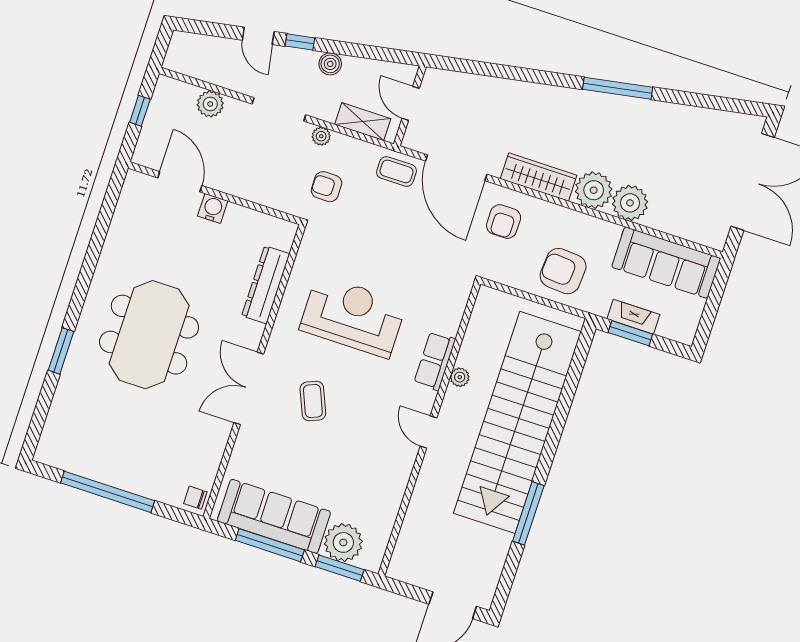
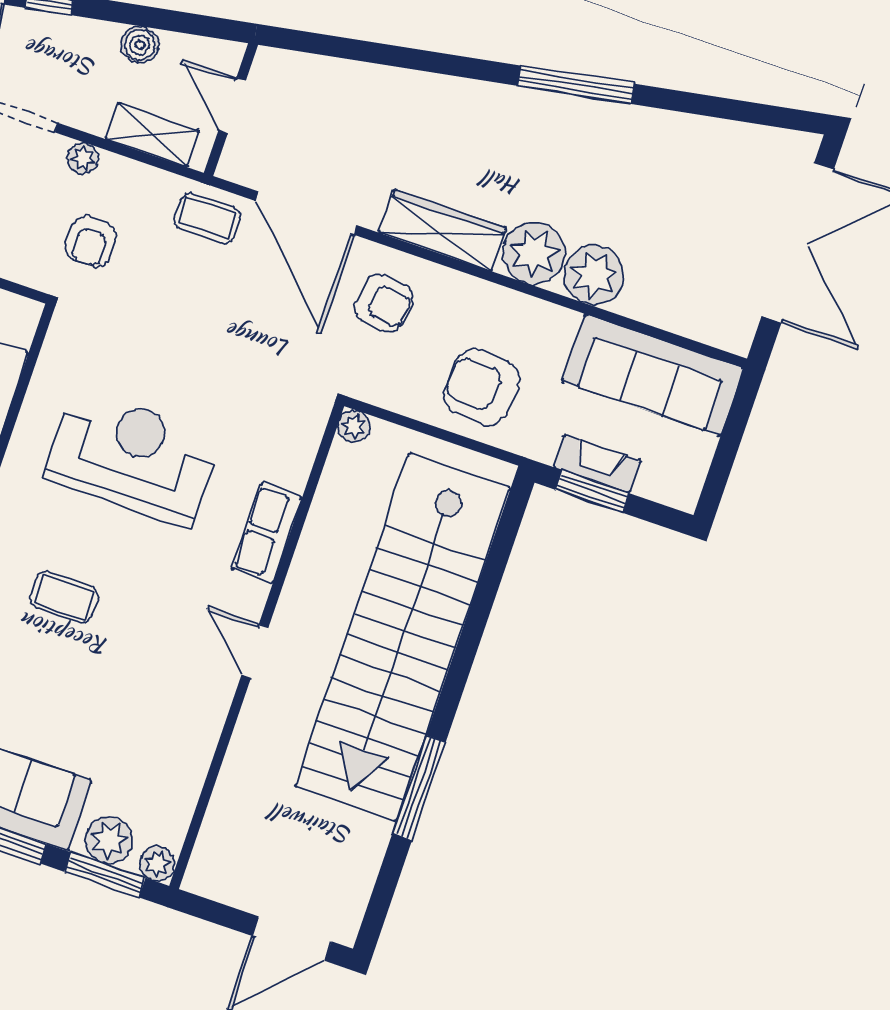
boiler: (330, 64) -> (140, 45), moved
armchair: (327, 187) -> (91, 242), turned -90
armchair: (504, 222) -> (384, 303), turned -81
plant: (460, 377) -> (354, 426), moved
coffee table: (313, 401) -> (64, 597), turned -67
plant: (343, 542) -> (109, 840), width x0.73, depth x0.73
plant: (371, 561) -> (157, 864), added

